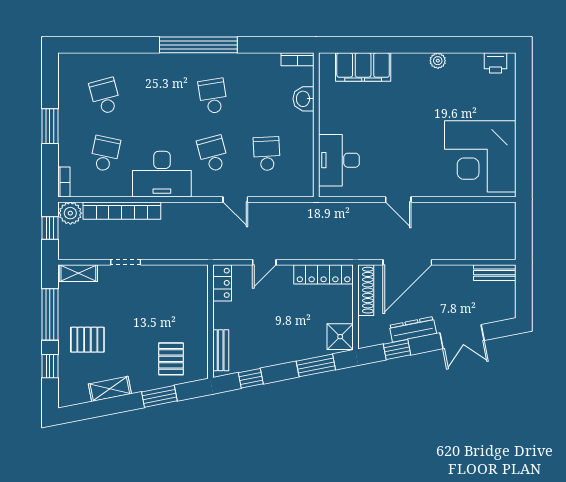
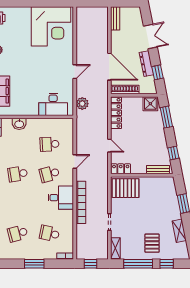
desk: (162, 174) -> (61, 198), width x0.73
bookcase: (122, 211) -> (81, 202), moved
plant: (70, 213) -> (82, 104), moved
pallet: (171, 359) -> (126, 188), moved, width x1.50, depth x1.42

